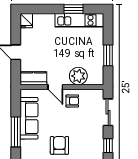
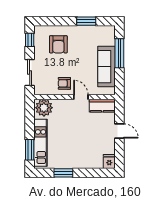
kitchen unit: (79, 20) -> (41, 143), moved, turned 90
window: (108, 55) -> (30, 150), moved
plant: (78, 76) -> (44, 108), moved
armchair: (59, 145) -> (58, 44), moved

